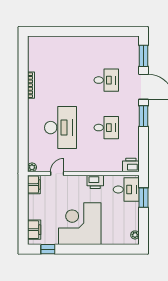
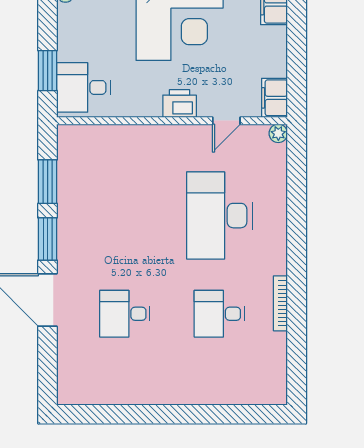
window: (144, 56) -> (48, 182), moved
desk: (106, 128) -> (219, 314), moved
printer: (131, 165) -> (74, 138), removed
printer: (95, 182) -> (180, 103), moved

